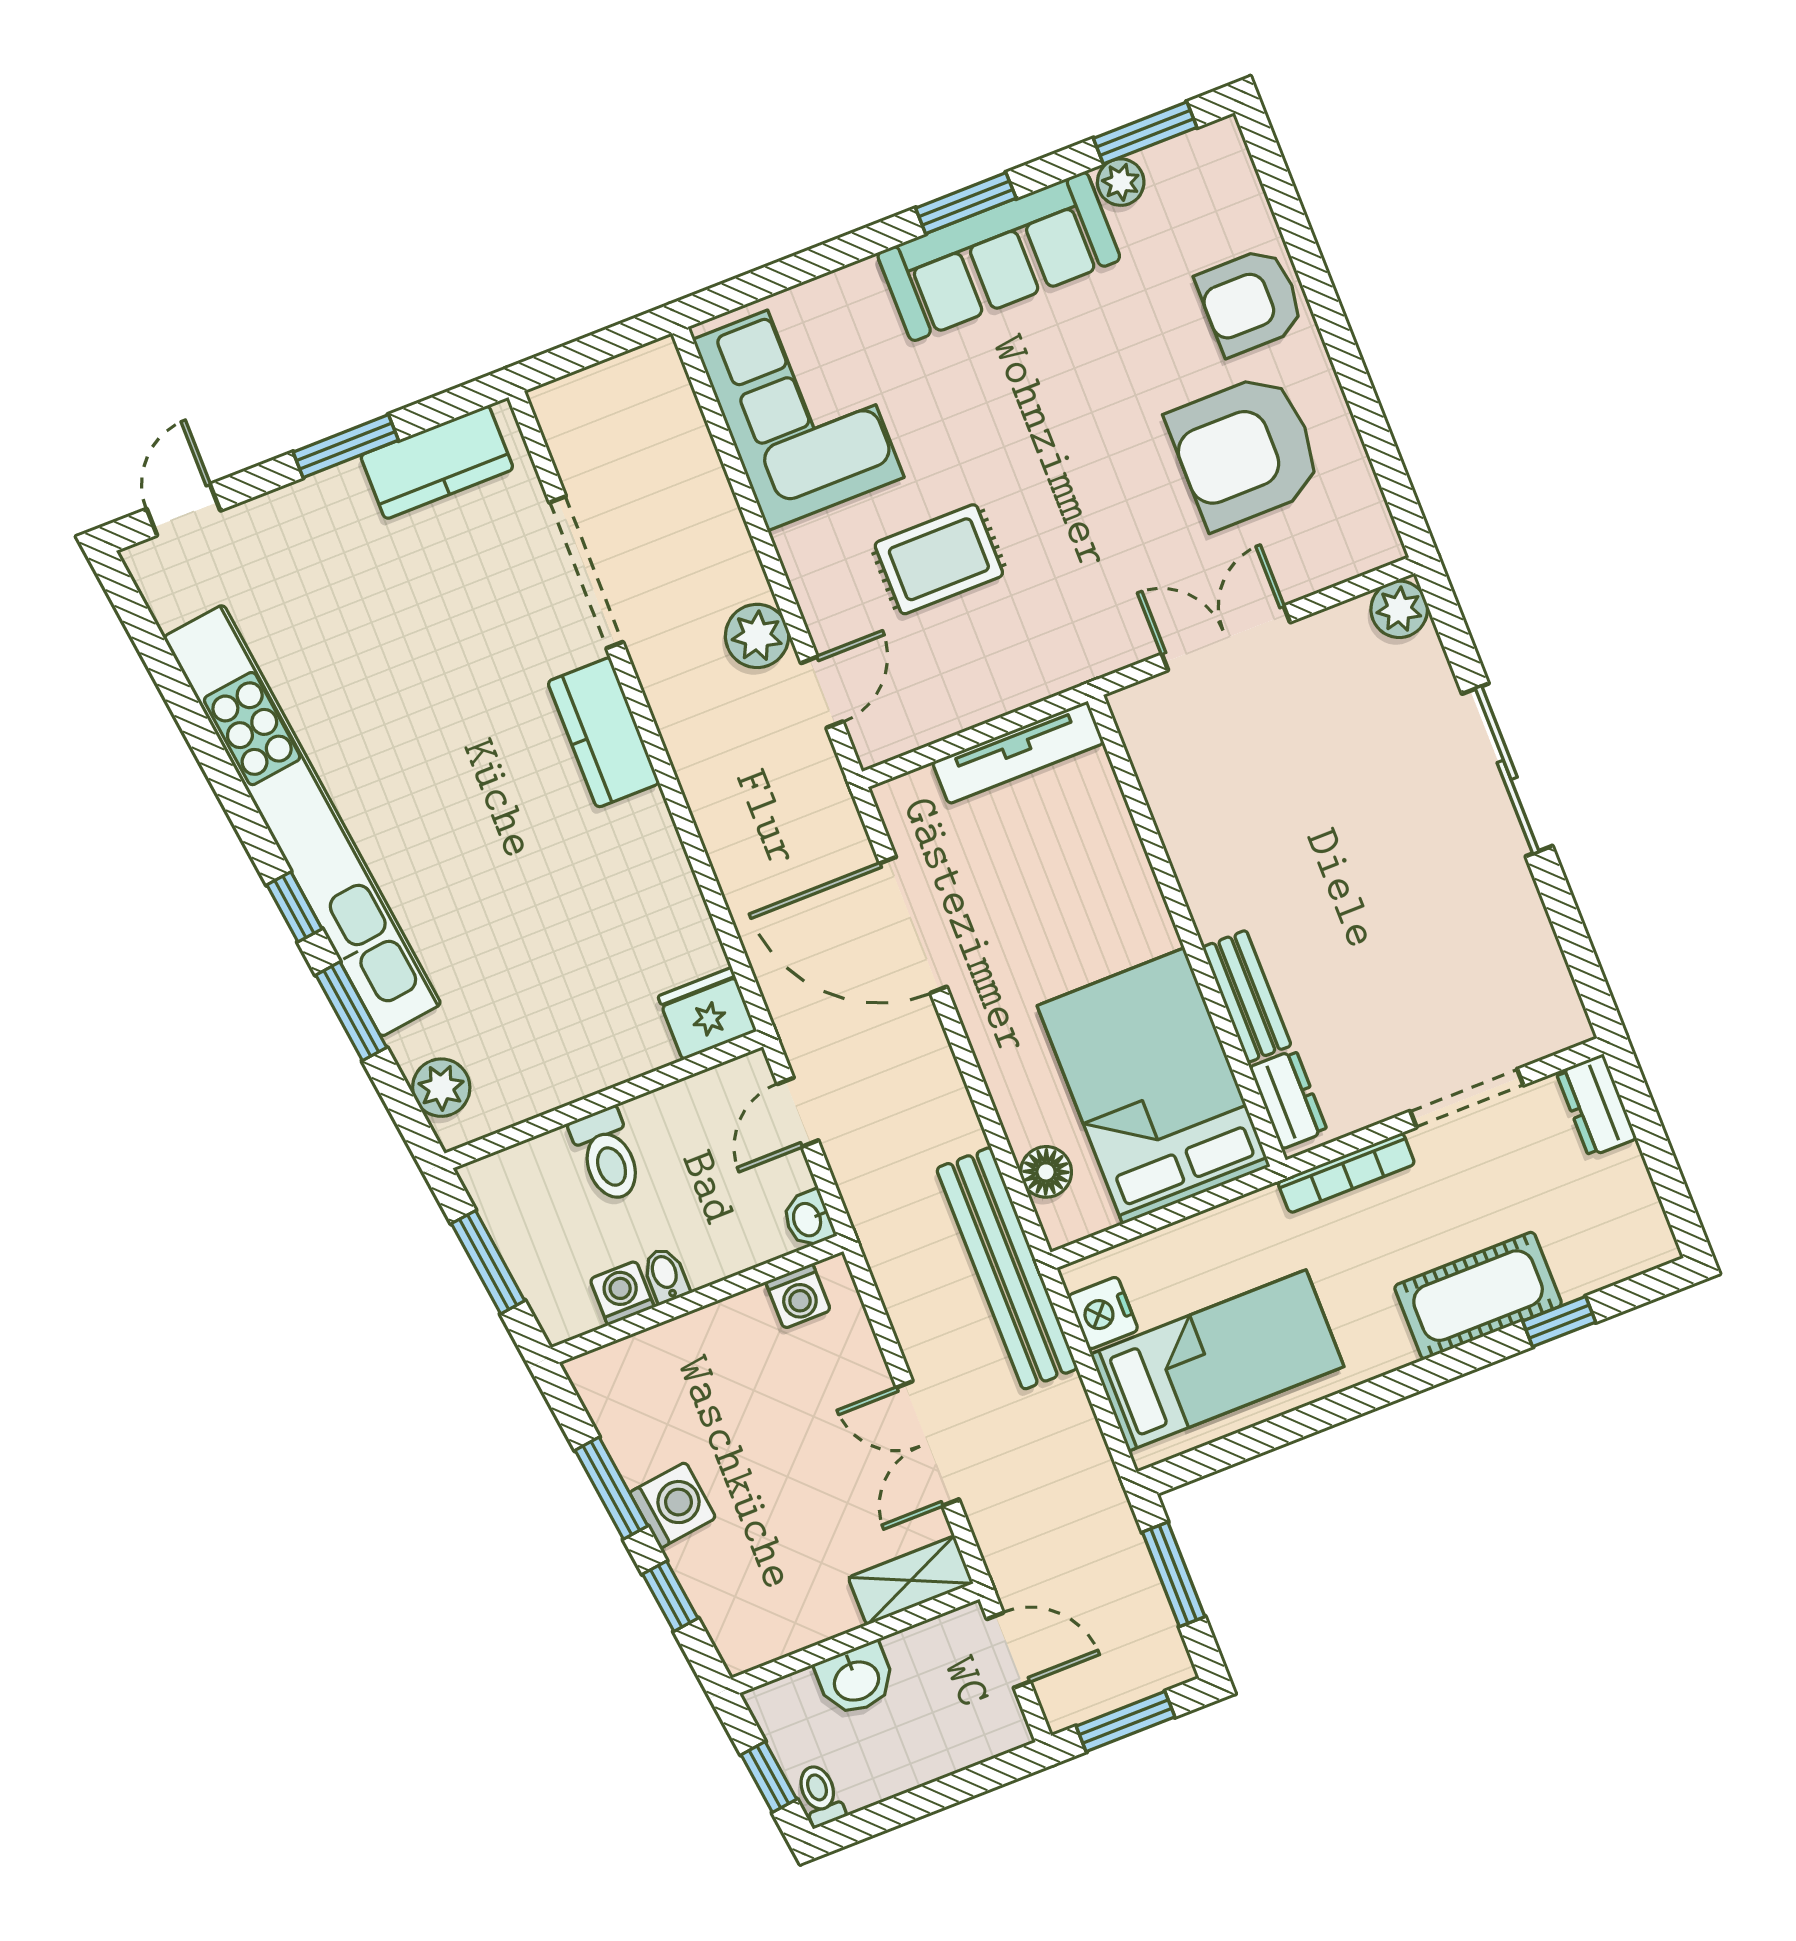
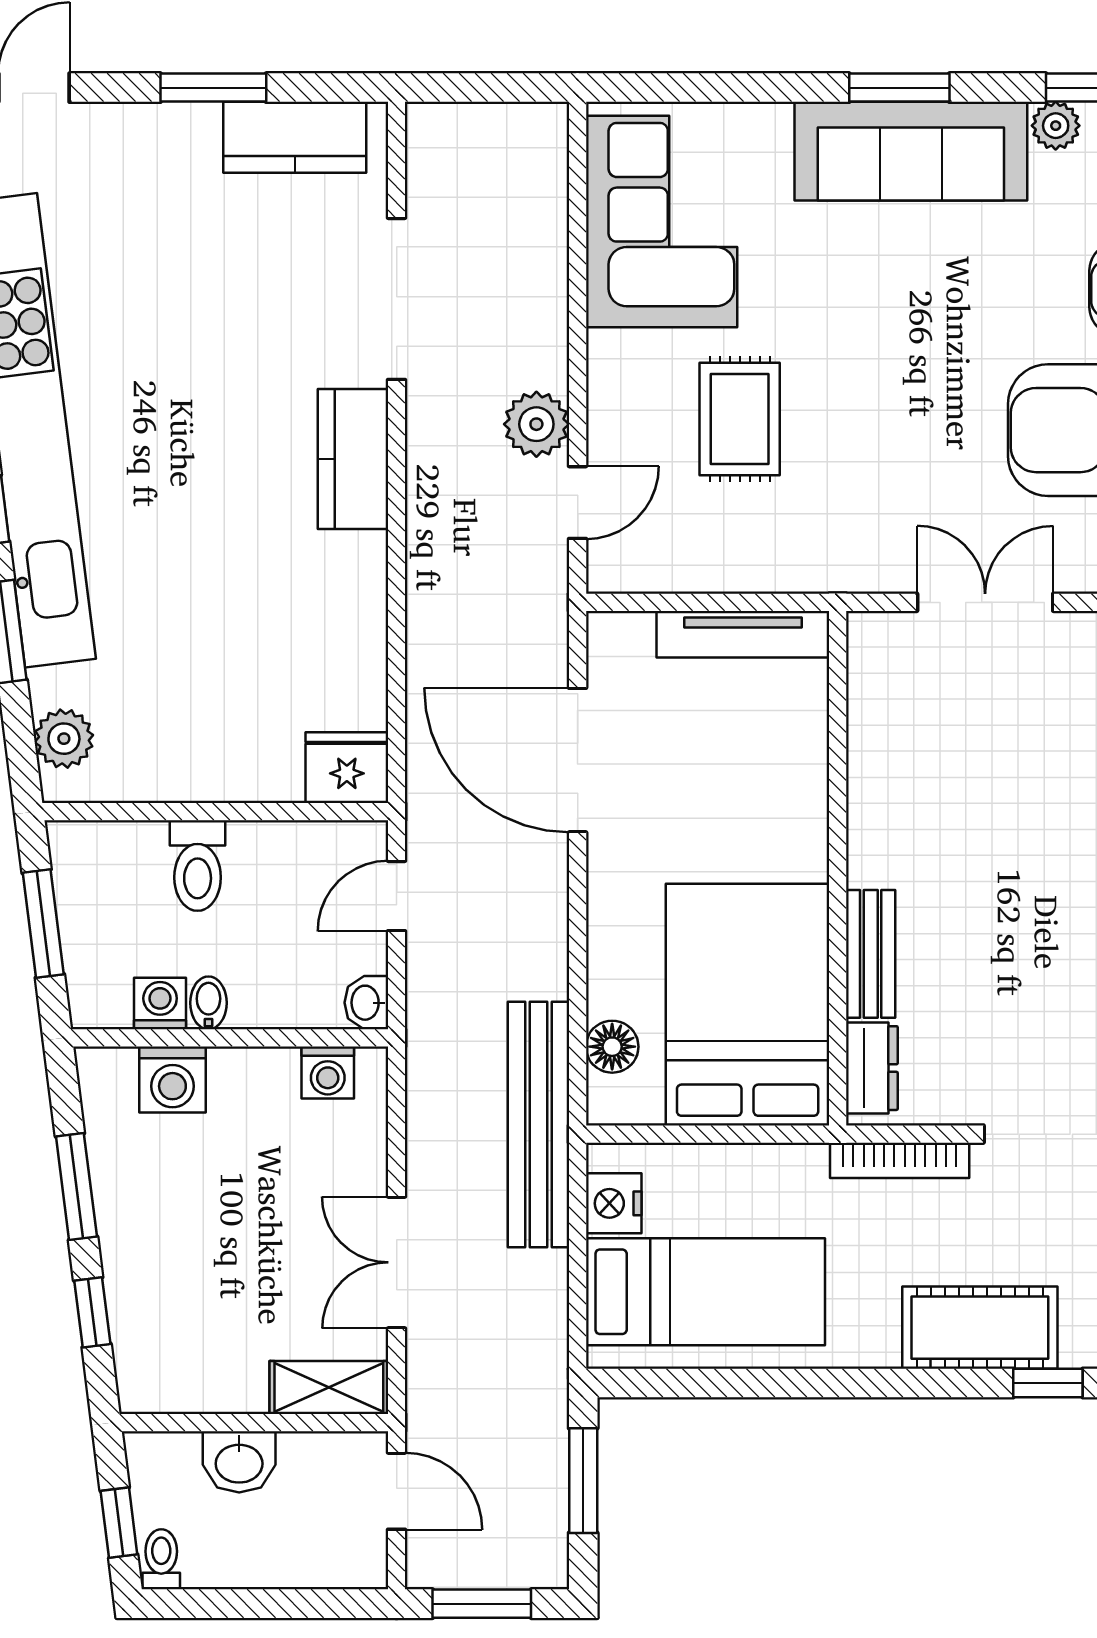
rug: (939, 559) -> (740, 419), turned 90
washing machine: (673, 1505) -> (172, 1080), moved, turned 97

